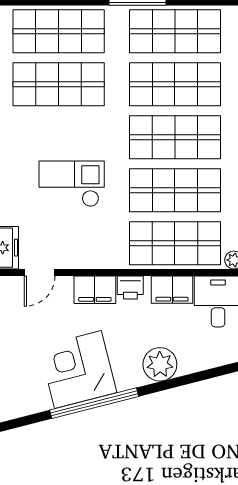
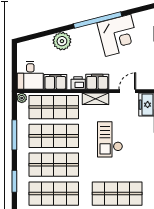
checkout: (72, 184) -> (110, 139), turned 90
shelving: (98, 258) -> (96, 99), added
corner desk: (78, 370) -> (118, 35), moved

